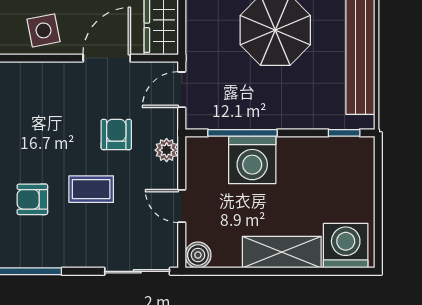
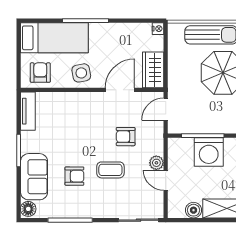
armchair: (116, 134) -> (126, 137), turned -90
plant: (167, 150) -> (156, 163), moved
armchair: (32, 199) -> (74, 176), turned 180
boiler: (198, 255) -> (194, 210), moved

